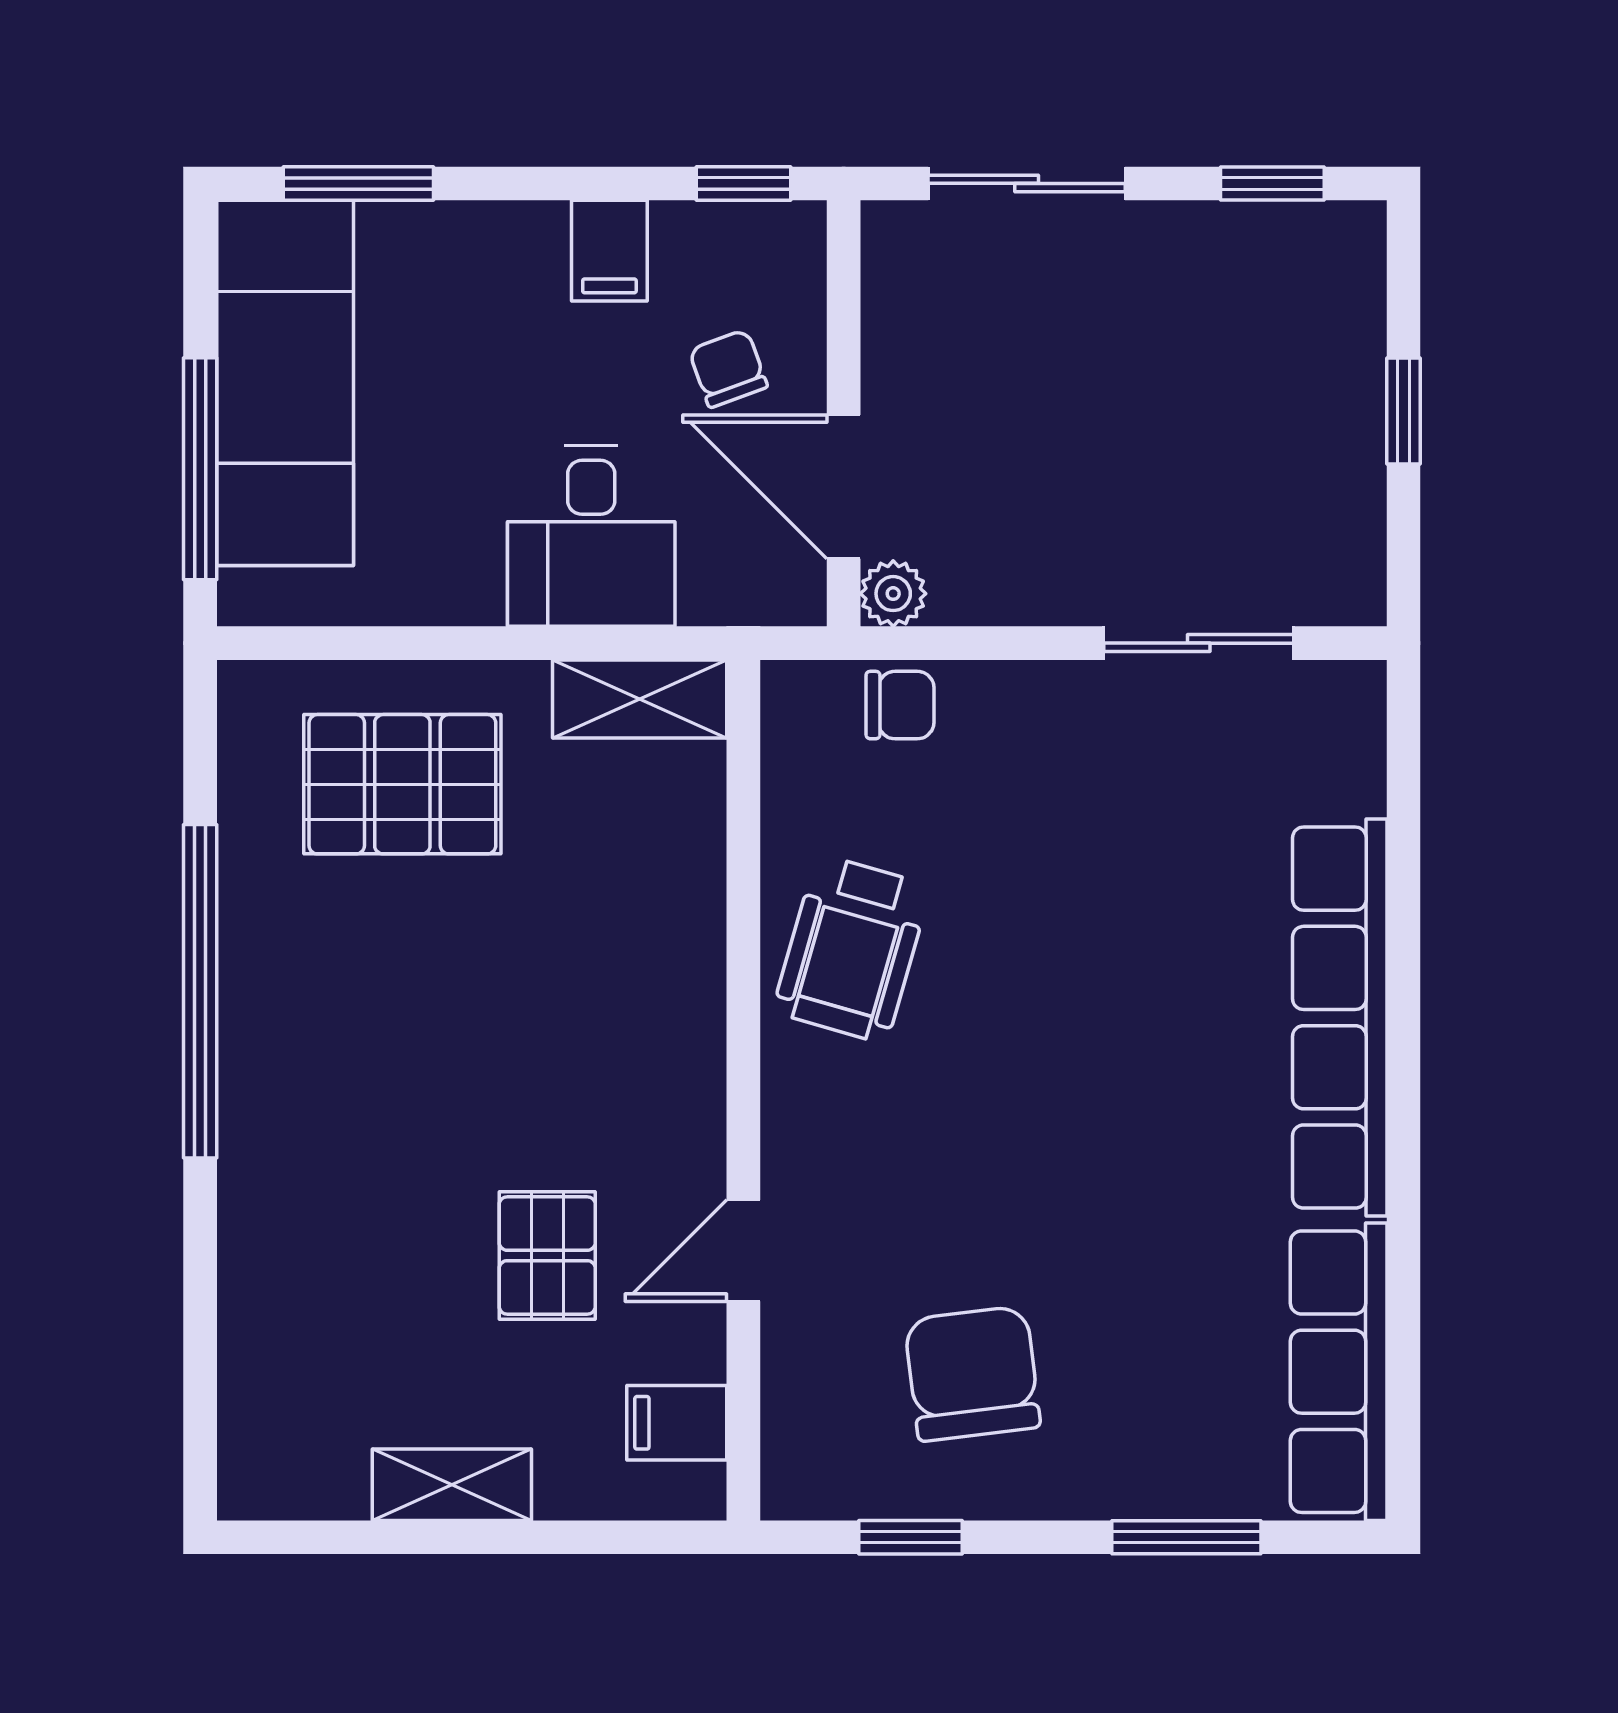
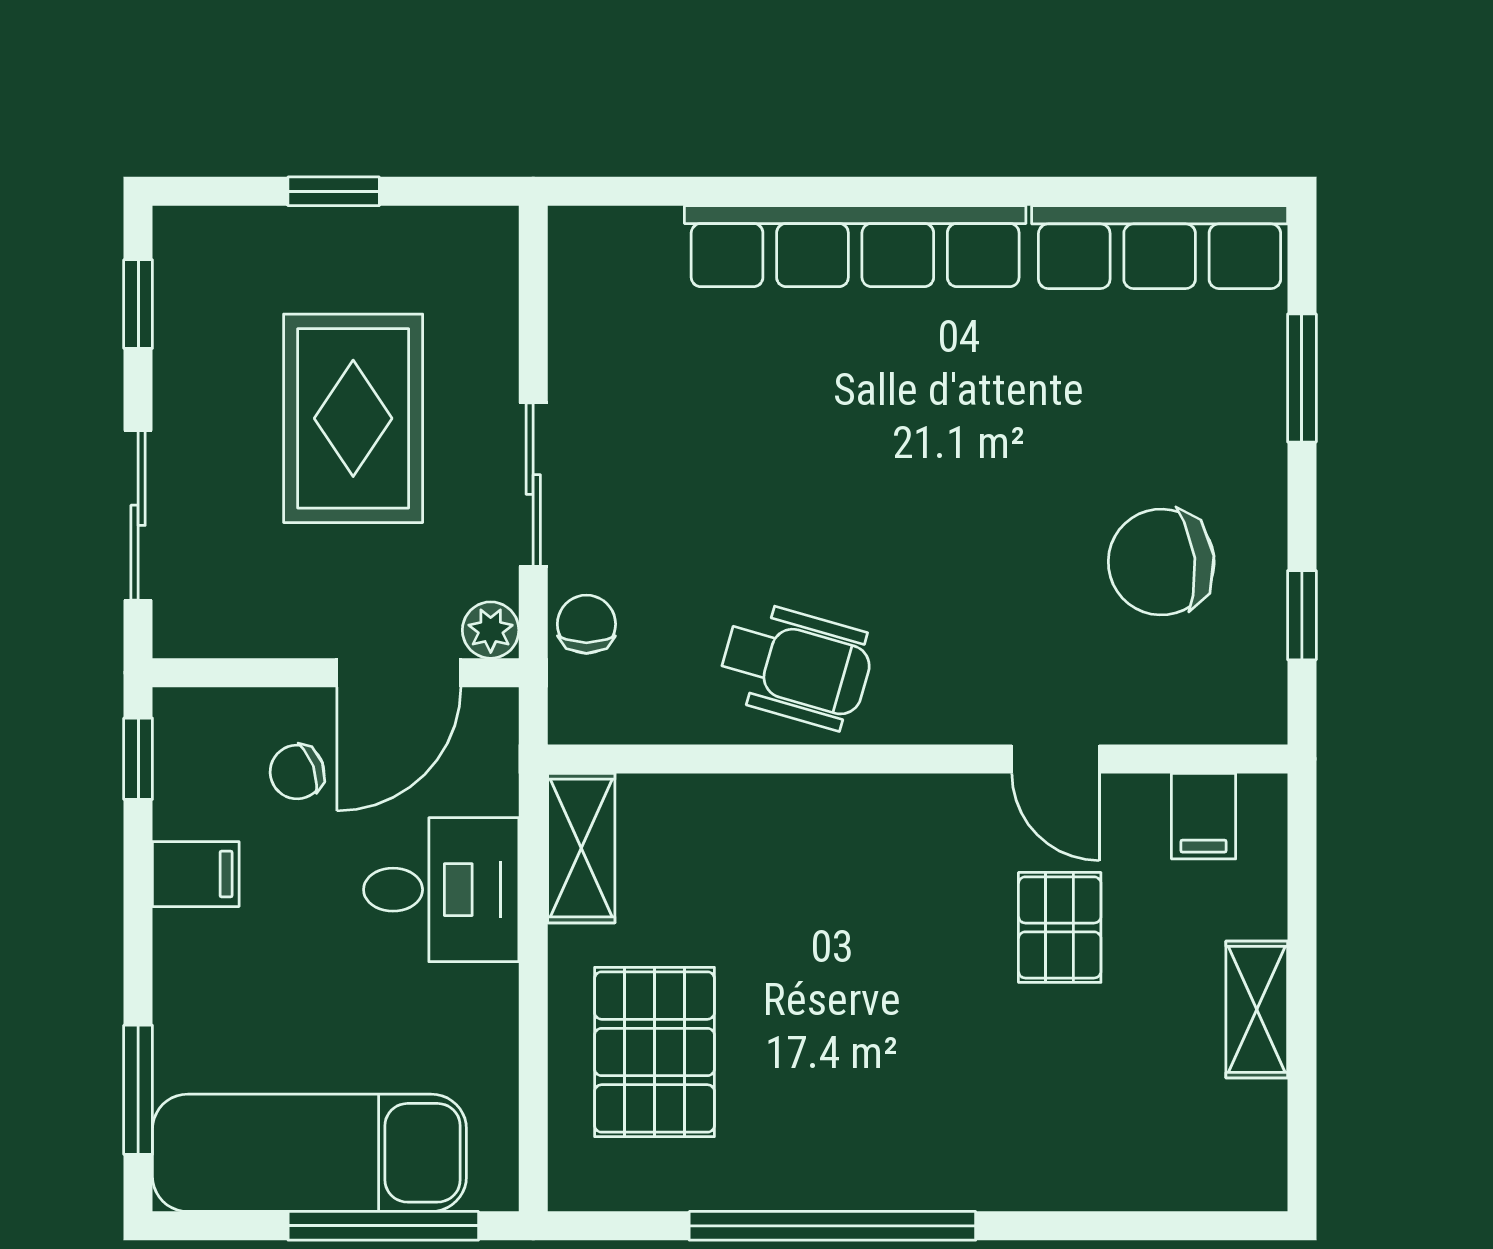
rug: (1139, 434) -> (353, 418), added
sliding door: (1199, 643) -> (533, 485), moved
pallet: (547, 1255) -> (1060, 927), turned 90

